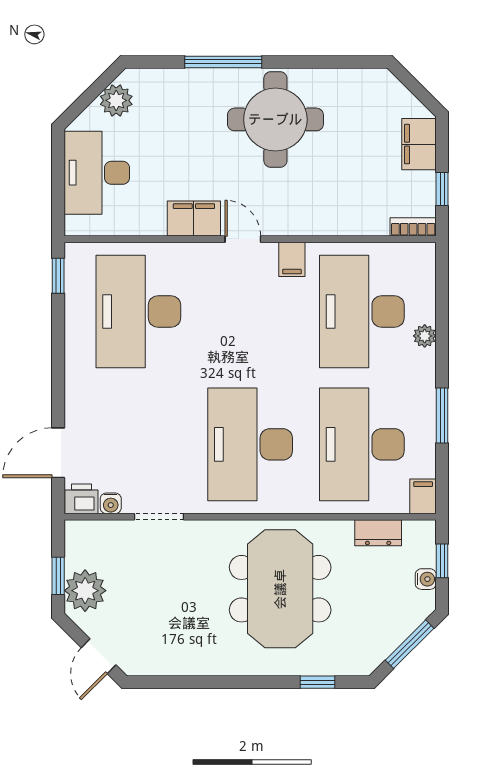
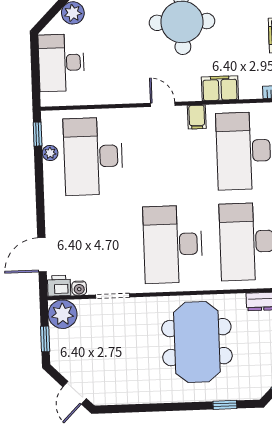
filing cabinet: (194, 219) -> (220, 88), moved
plant: (75, 304) -> (50, 153), added
plant: (85, 591) -> (63, 314), moved

